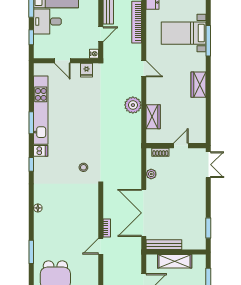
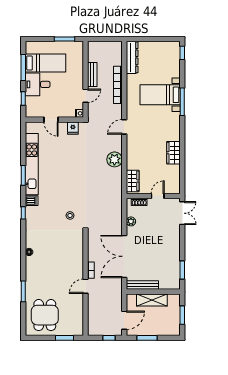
door: (144, 69) -> (124, 127), swing flipped
wardrobe: (199, 85) -> (173, 153), moved
wardrobe: (153, 117) -> (133, 181), moved

